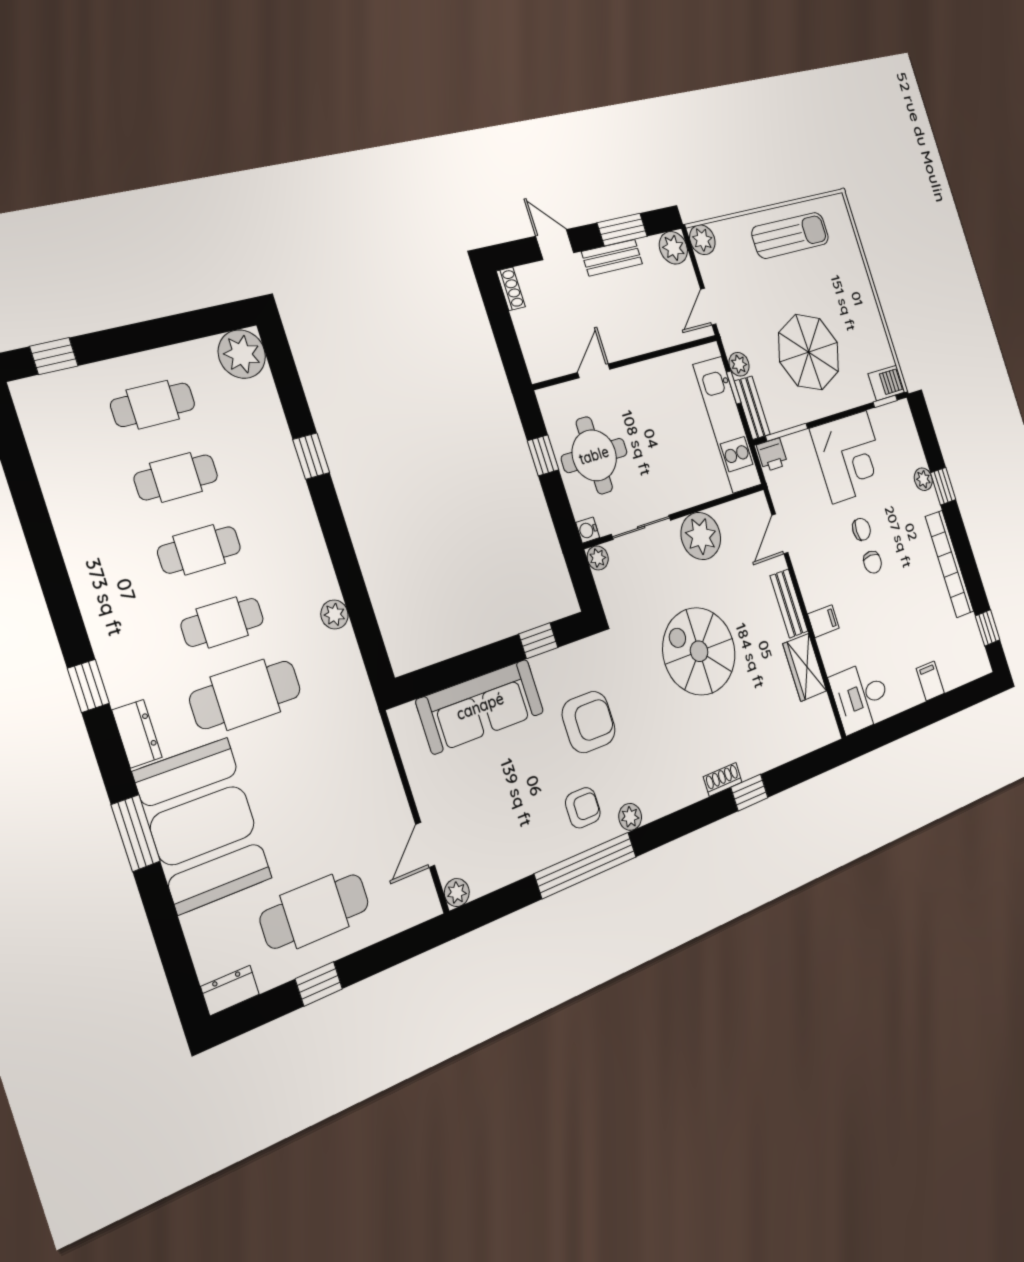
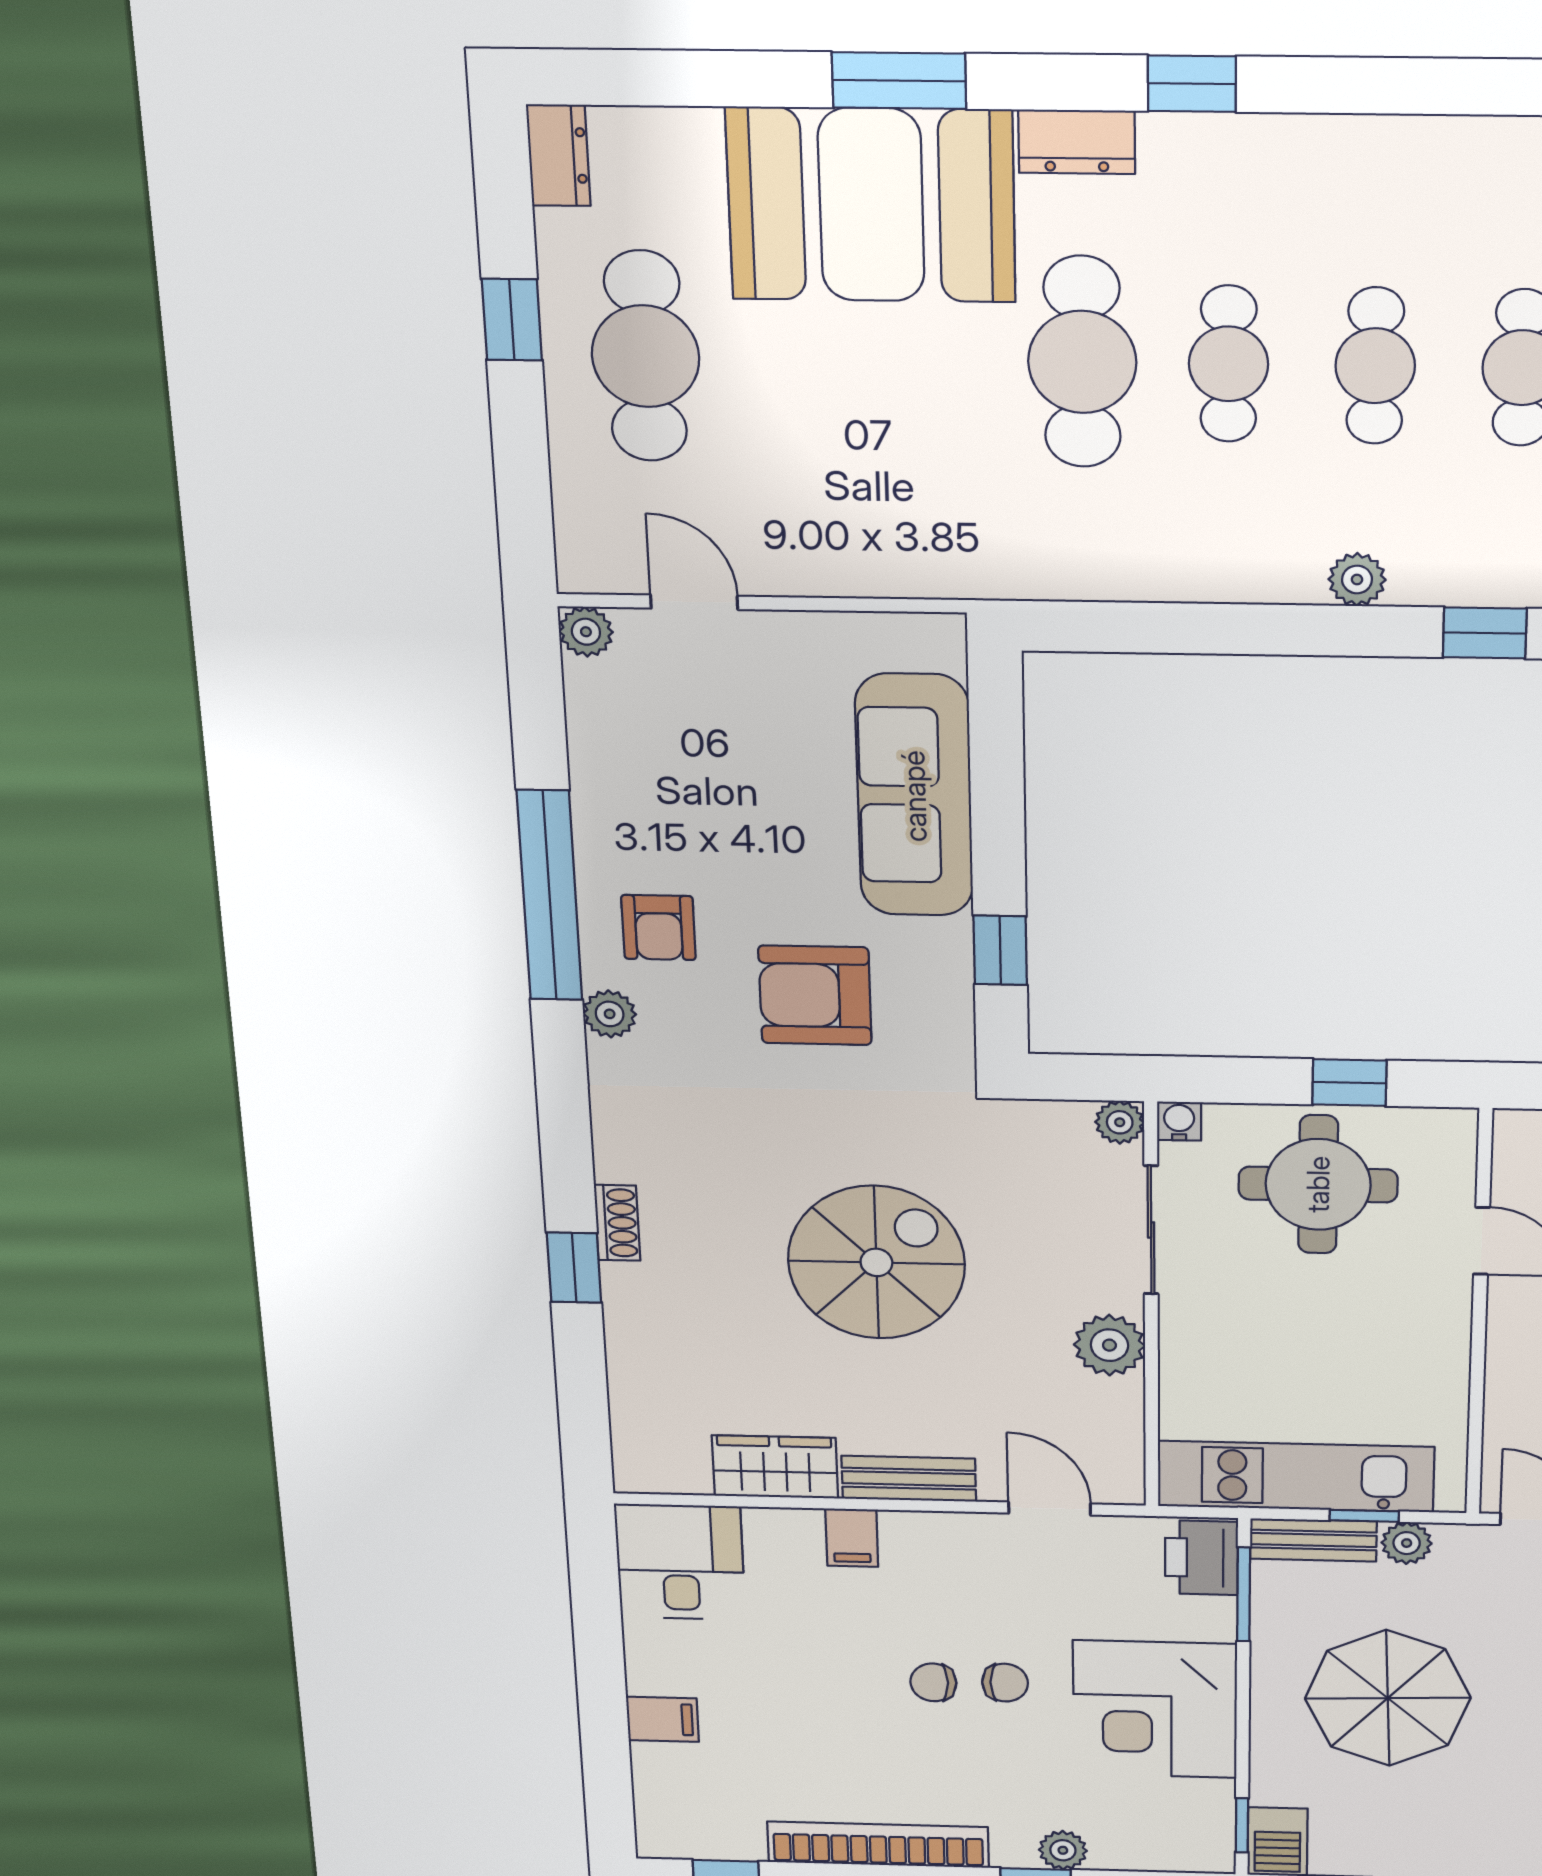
printer: (772, 455) -> (1201, 1558), width x1.36, depth x1.24
chair: (861, 529) -> (1005, 1683), turned -90
plant: (701, 536) -> (1109, 1345), width x0.73, depth x0.73
plant: (335, 614) -> (1357, 579), moved
armchair: (589, 722) -> (815, 995), turned 90

